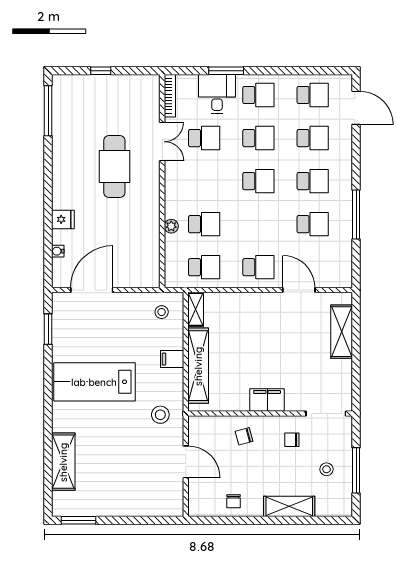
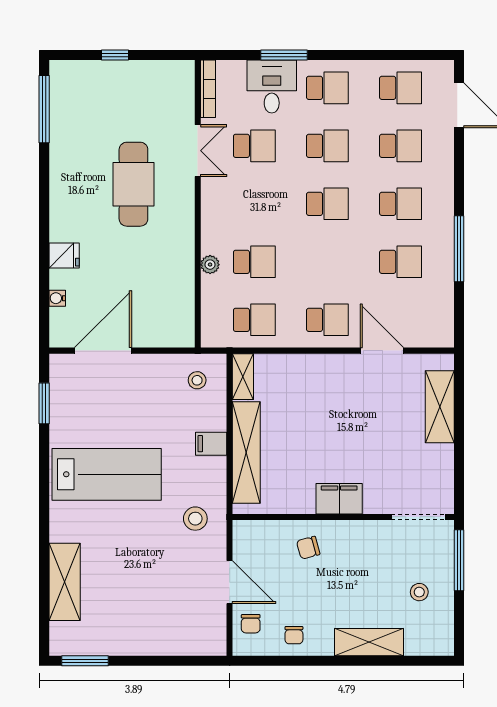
lab bench: (94, 382) -> (107, 474), turned 180
chair: (292, 440) -> (251, 624), moved, turned -90
window: (356, 470) -> (459, 560), moved

